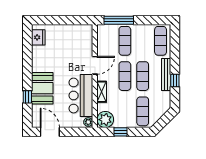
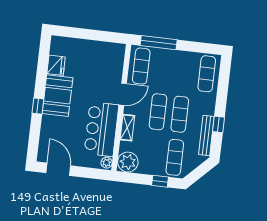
fridge: (38, 37) -> (56, 65), moved
exercise mat: (125, 41) -> (141, 66), moved
bench: (166, 74) -> (206, 136), moved
booth: (42, 88) -> (57, 96), moved
window: (27, 97) -> (38, 106), moved
window: (120, 132) -> (160, 181), moved

